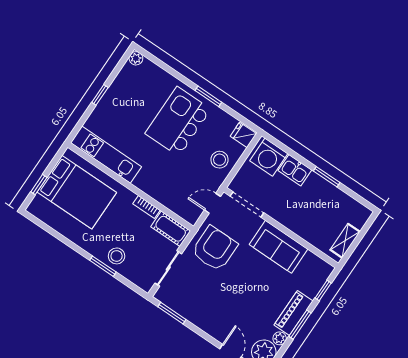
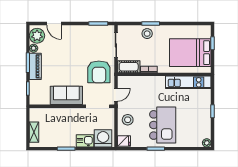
shelving: (345, 241) -> (34, 132), moved

